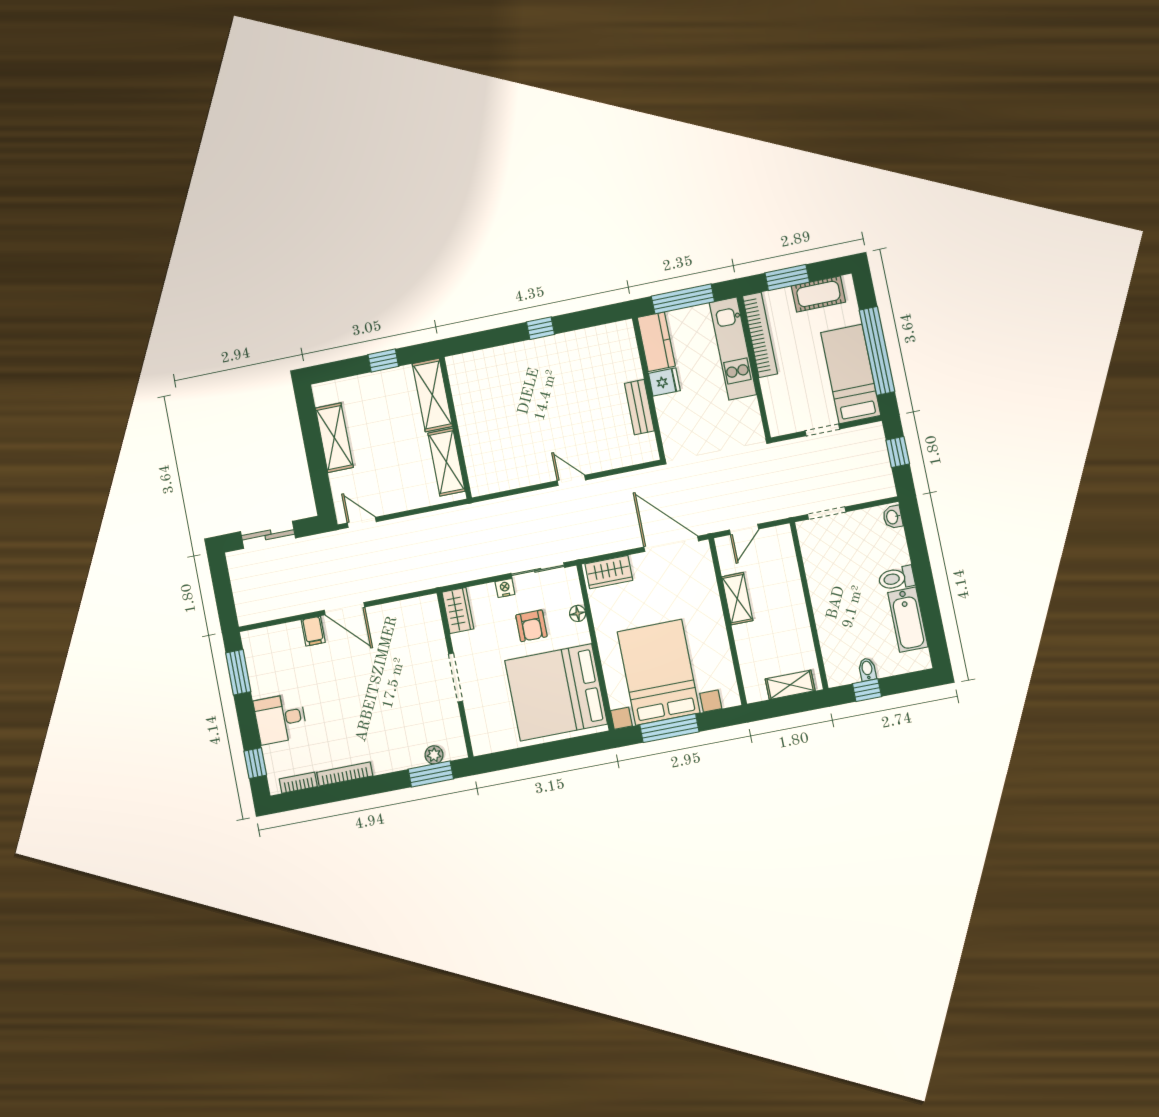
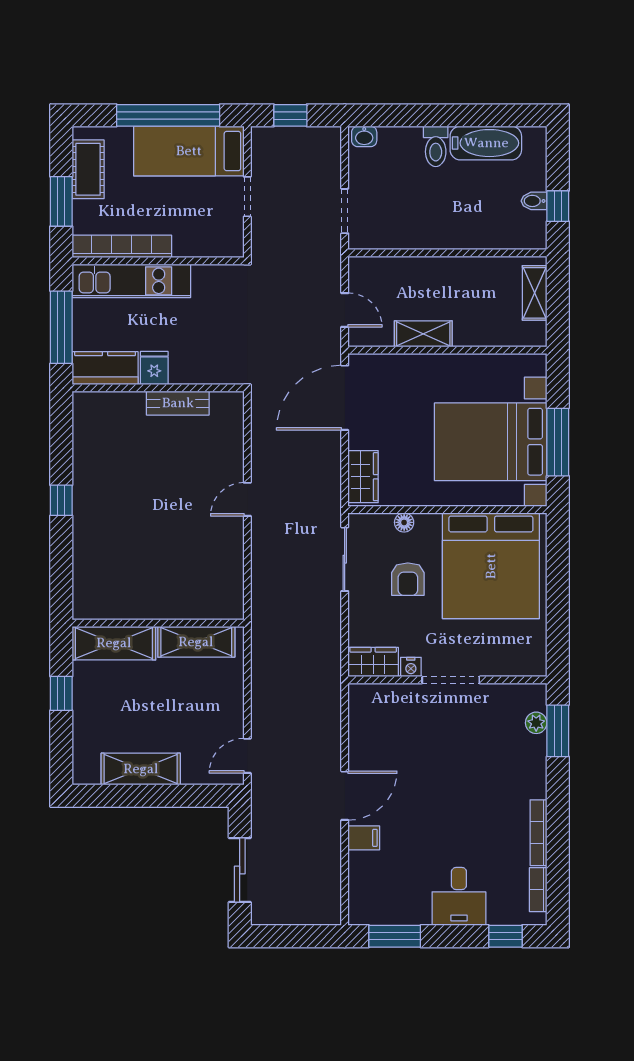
nightstand: (505, 588) -> (411, 667), moved, turned -90
armchair: (531, 626) -> (408, 579), turned 90

